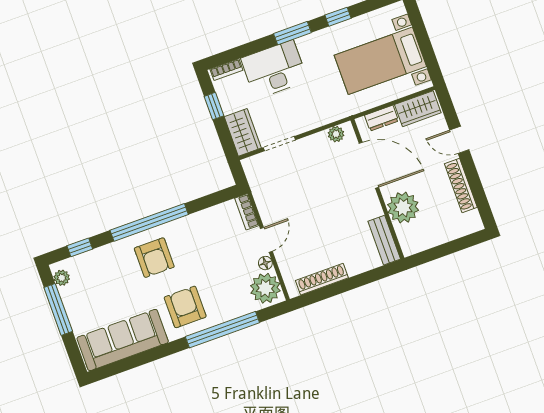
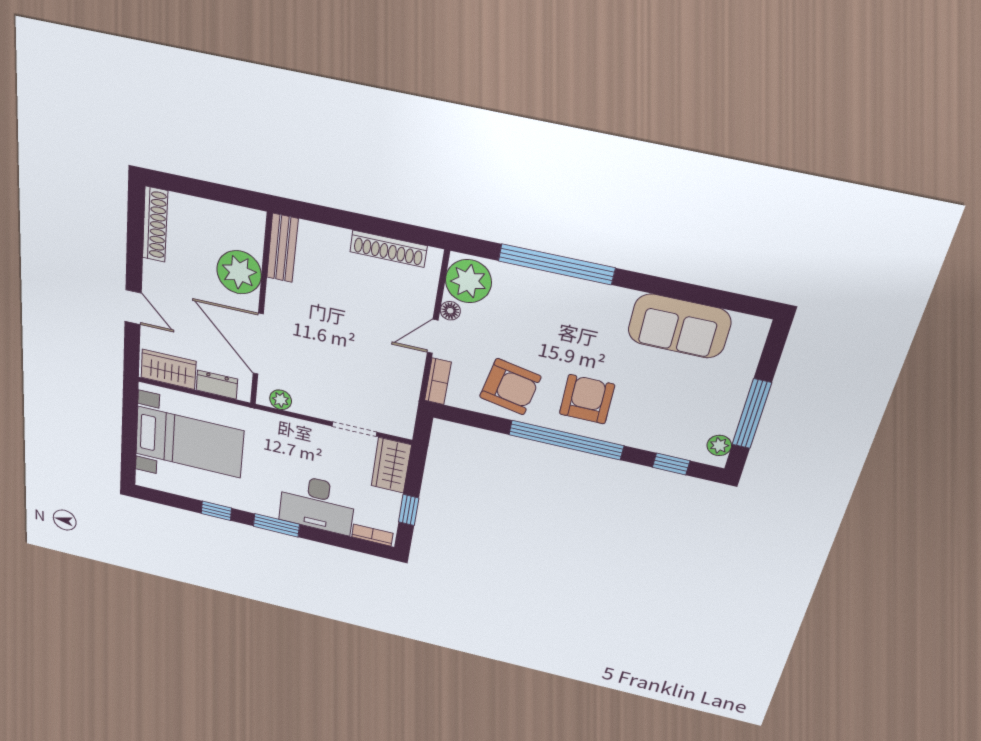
shoe rack: (461, 186) -> (155, 224), moved
armchair: (185, 307) -> (510, 387), moved, turned -79
sofa: (123, 340) -> (679, 326), width x0.73

